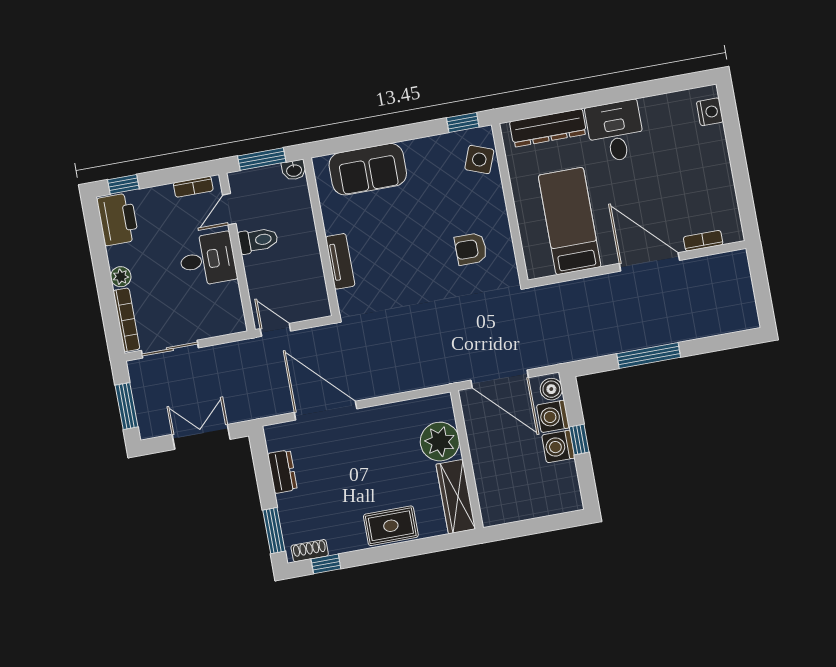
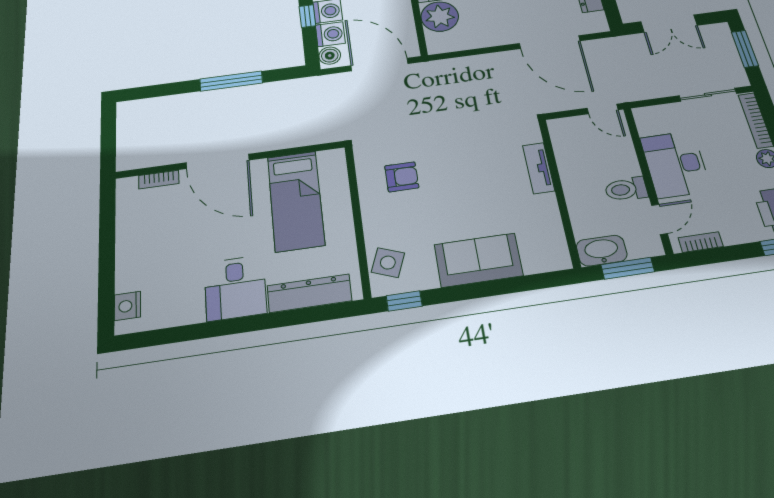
sofa: (368, 169) -> (478, 260), moved
washbasin: (294, 170) -> (602, 251), width x1.91, depth x1.45
desk: (207, 259) -> (675, 164), width x1.37

